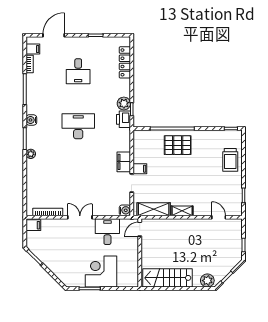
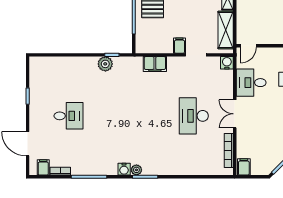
locker: (125, 62) -> (58, 63), removed
printer: (123, 119) -> (123, 64), removed
desk: (78, 126) -> (194, 116), moved
plant: (31, 154) -> (136, 170), moved
filing cabinet: (124, 162) -> (155, 64), moved
door: (140, 229) -> (248, 46), hinge flipped

